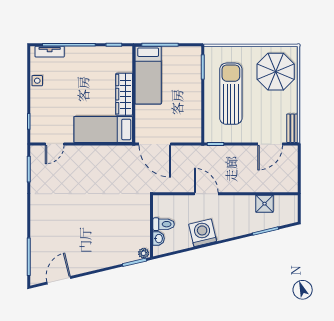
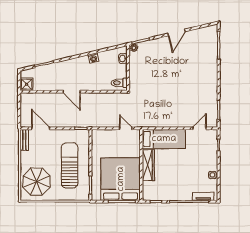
bed: (148, 75) -> (121, 179), width x2.04
sun lounger: (231, 94) -> (70, 165), turned 180
door: (155, 144) -> (126, 128), width x0.53
door: (270, 144) -> (41, 128), hinge flipped
door: (206, 194) -> (72, 92), moved
shower: (265, 204) -> (27, 84), moved
toilet: (164, 224) -> (119, 83), moved
washing machine: (203, 233) -> (93, 58), width x0.53, depth x0.53
door: (59, 280) -> (176, 32), moved

